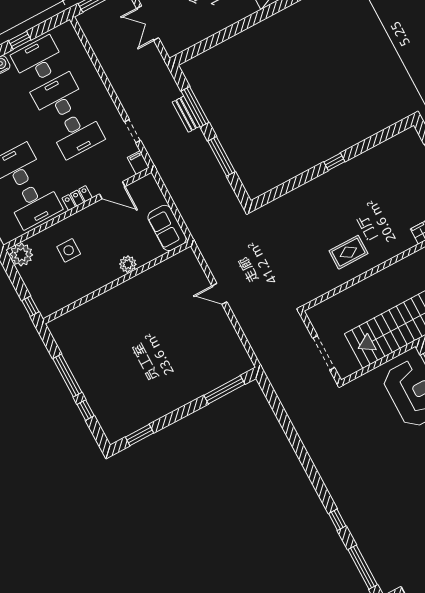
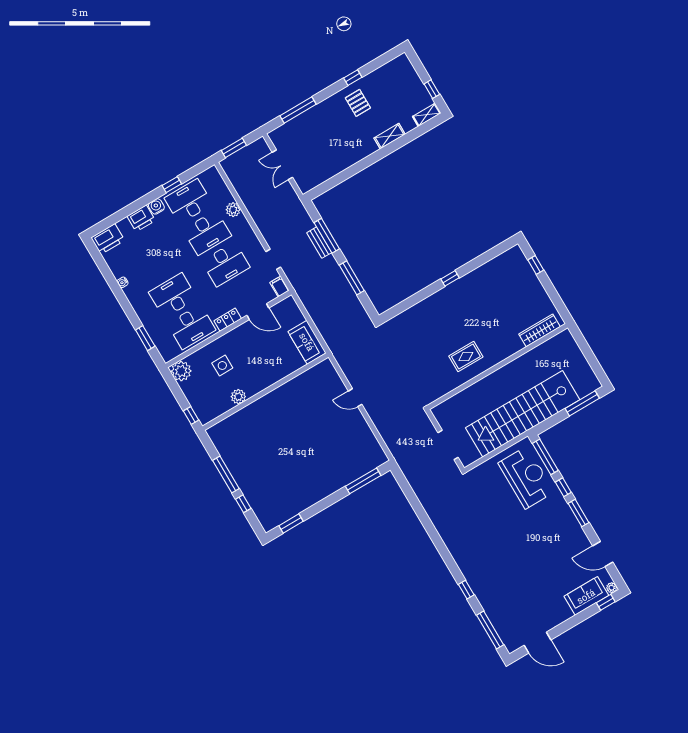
plant: (89, 72) -> (233, 210), added
desk: (58, 97) -> (207, 233), turned 180
plant: (128, 264) -> (238, 397), moved

